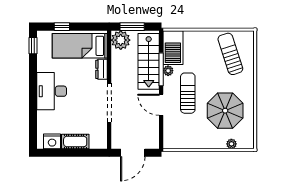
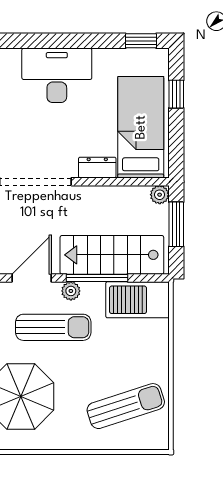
plant: (121, 40) -> (160, 195), width x0.53, depth x0.53
plant: (168, 71) -> (71, 291), moved

